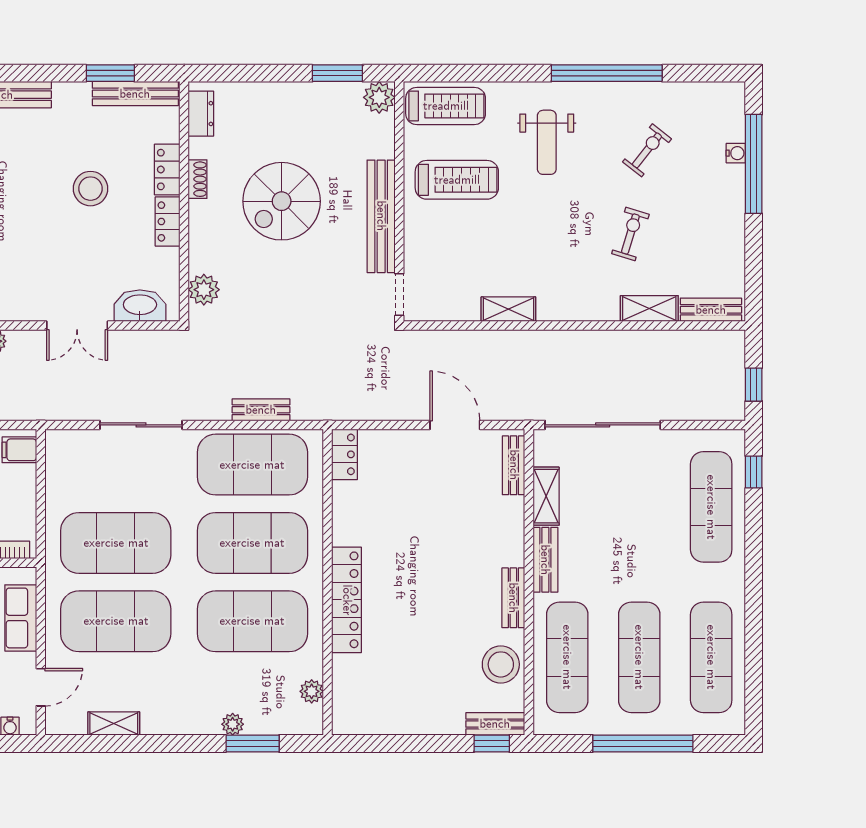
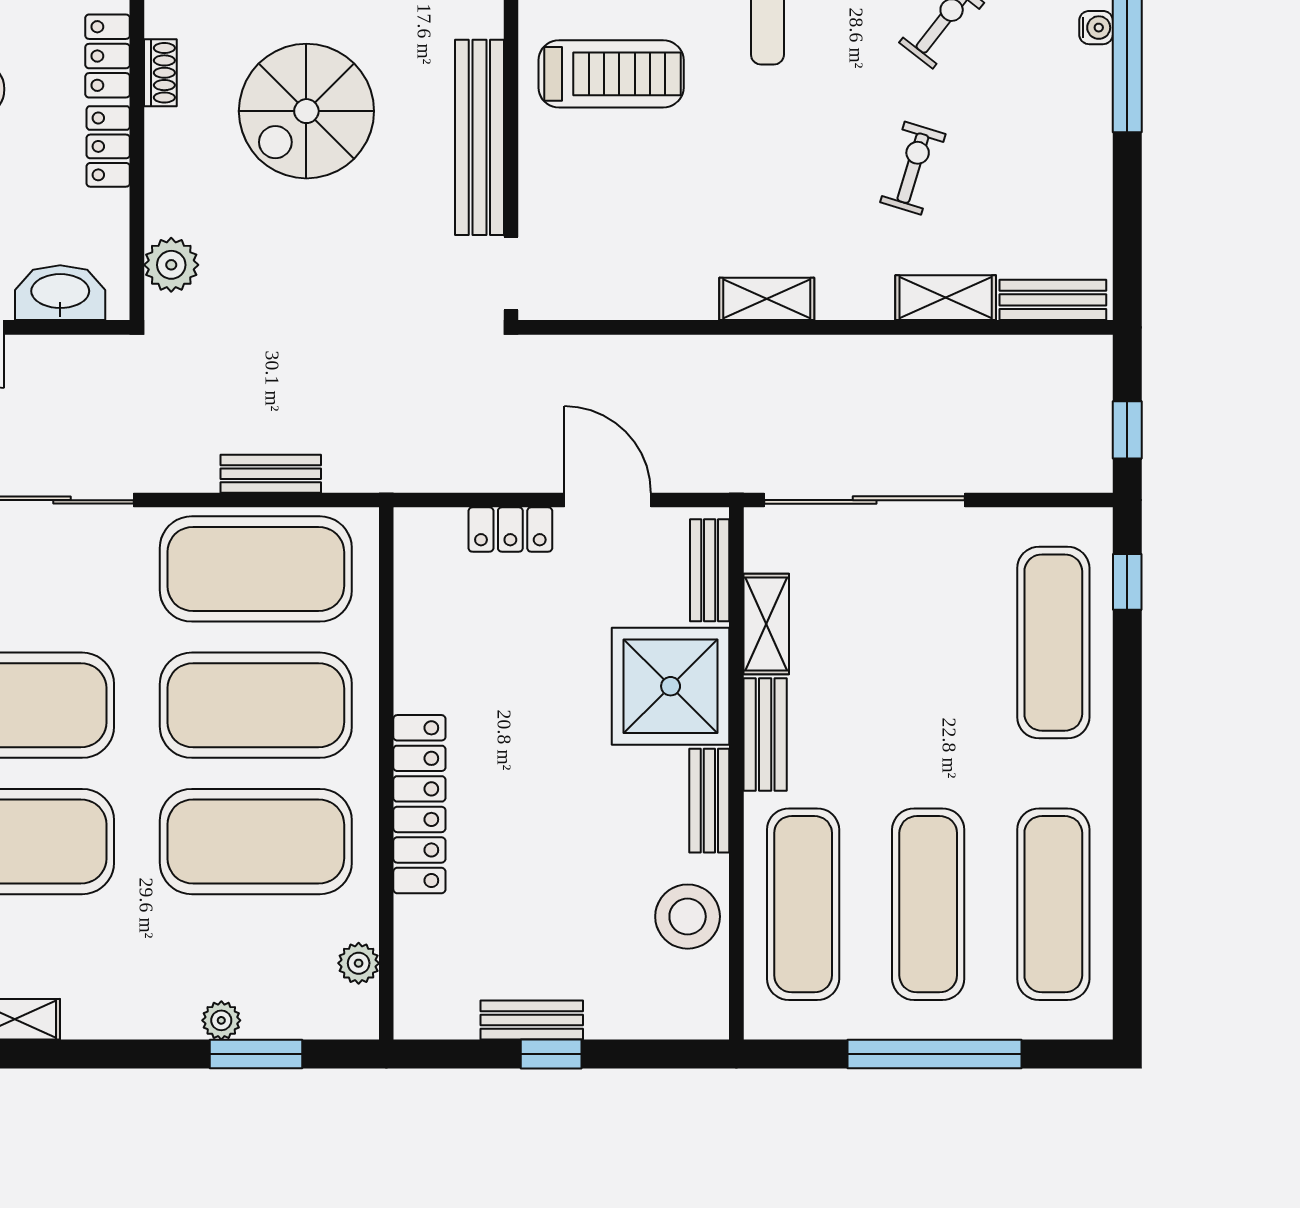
shelving: (508, 309) -> (767, 299), moved
locker: (344, 454) -> (510, 529), moved, turned 90
shower: (491, 532) -> (671, 686), added
bench: (495, 724) -> (532, 1020), moved
window: (492, 744) -> (551, 1054), moved

